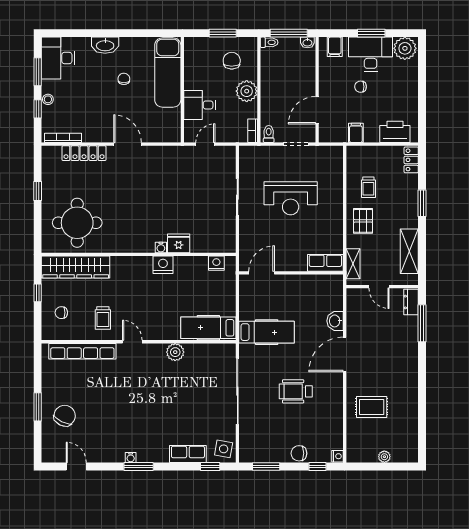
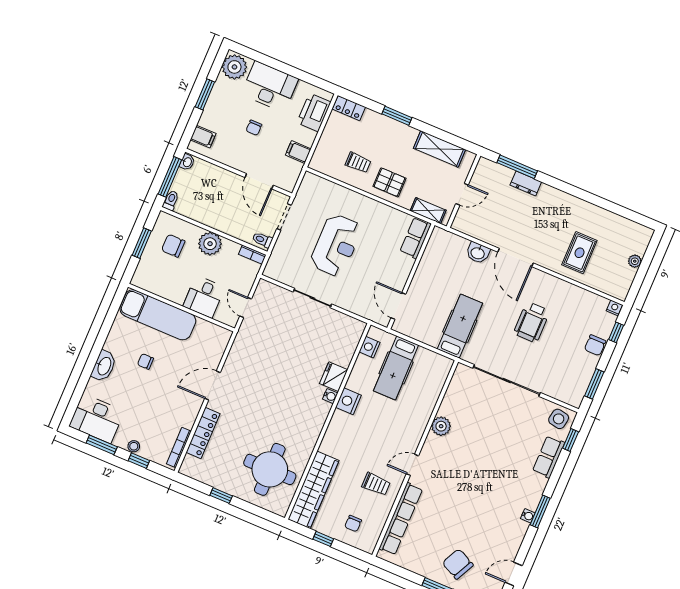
desk: (371, 54) -> (270, 87), moved, turned 90
dresser: (411, 302) -> (526, 183), moved
hospital bed: (208, 328) -> (396, 368), moved

